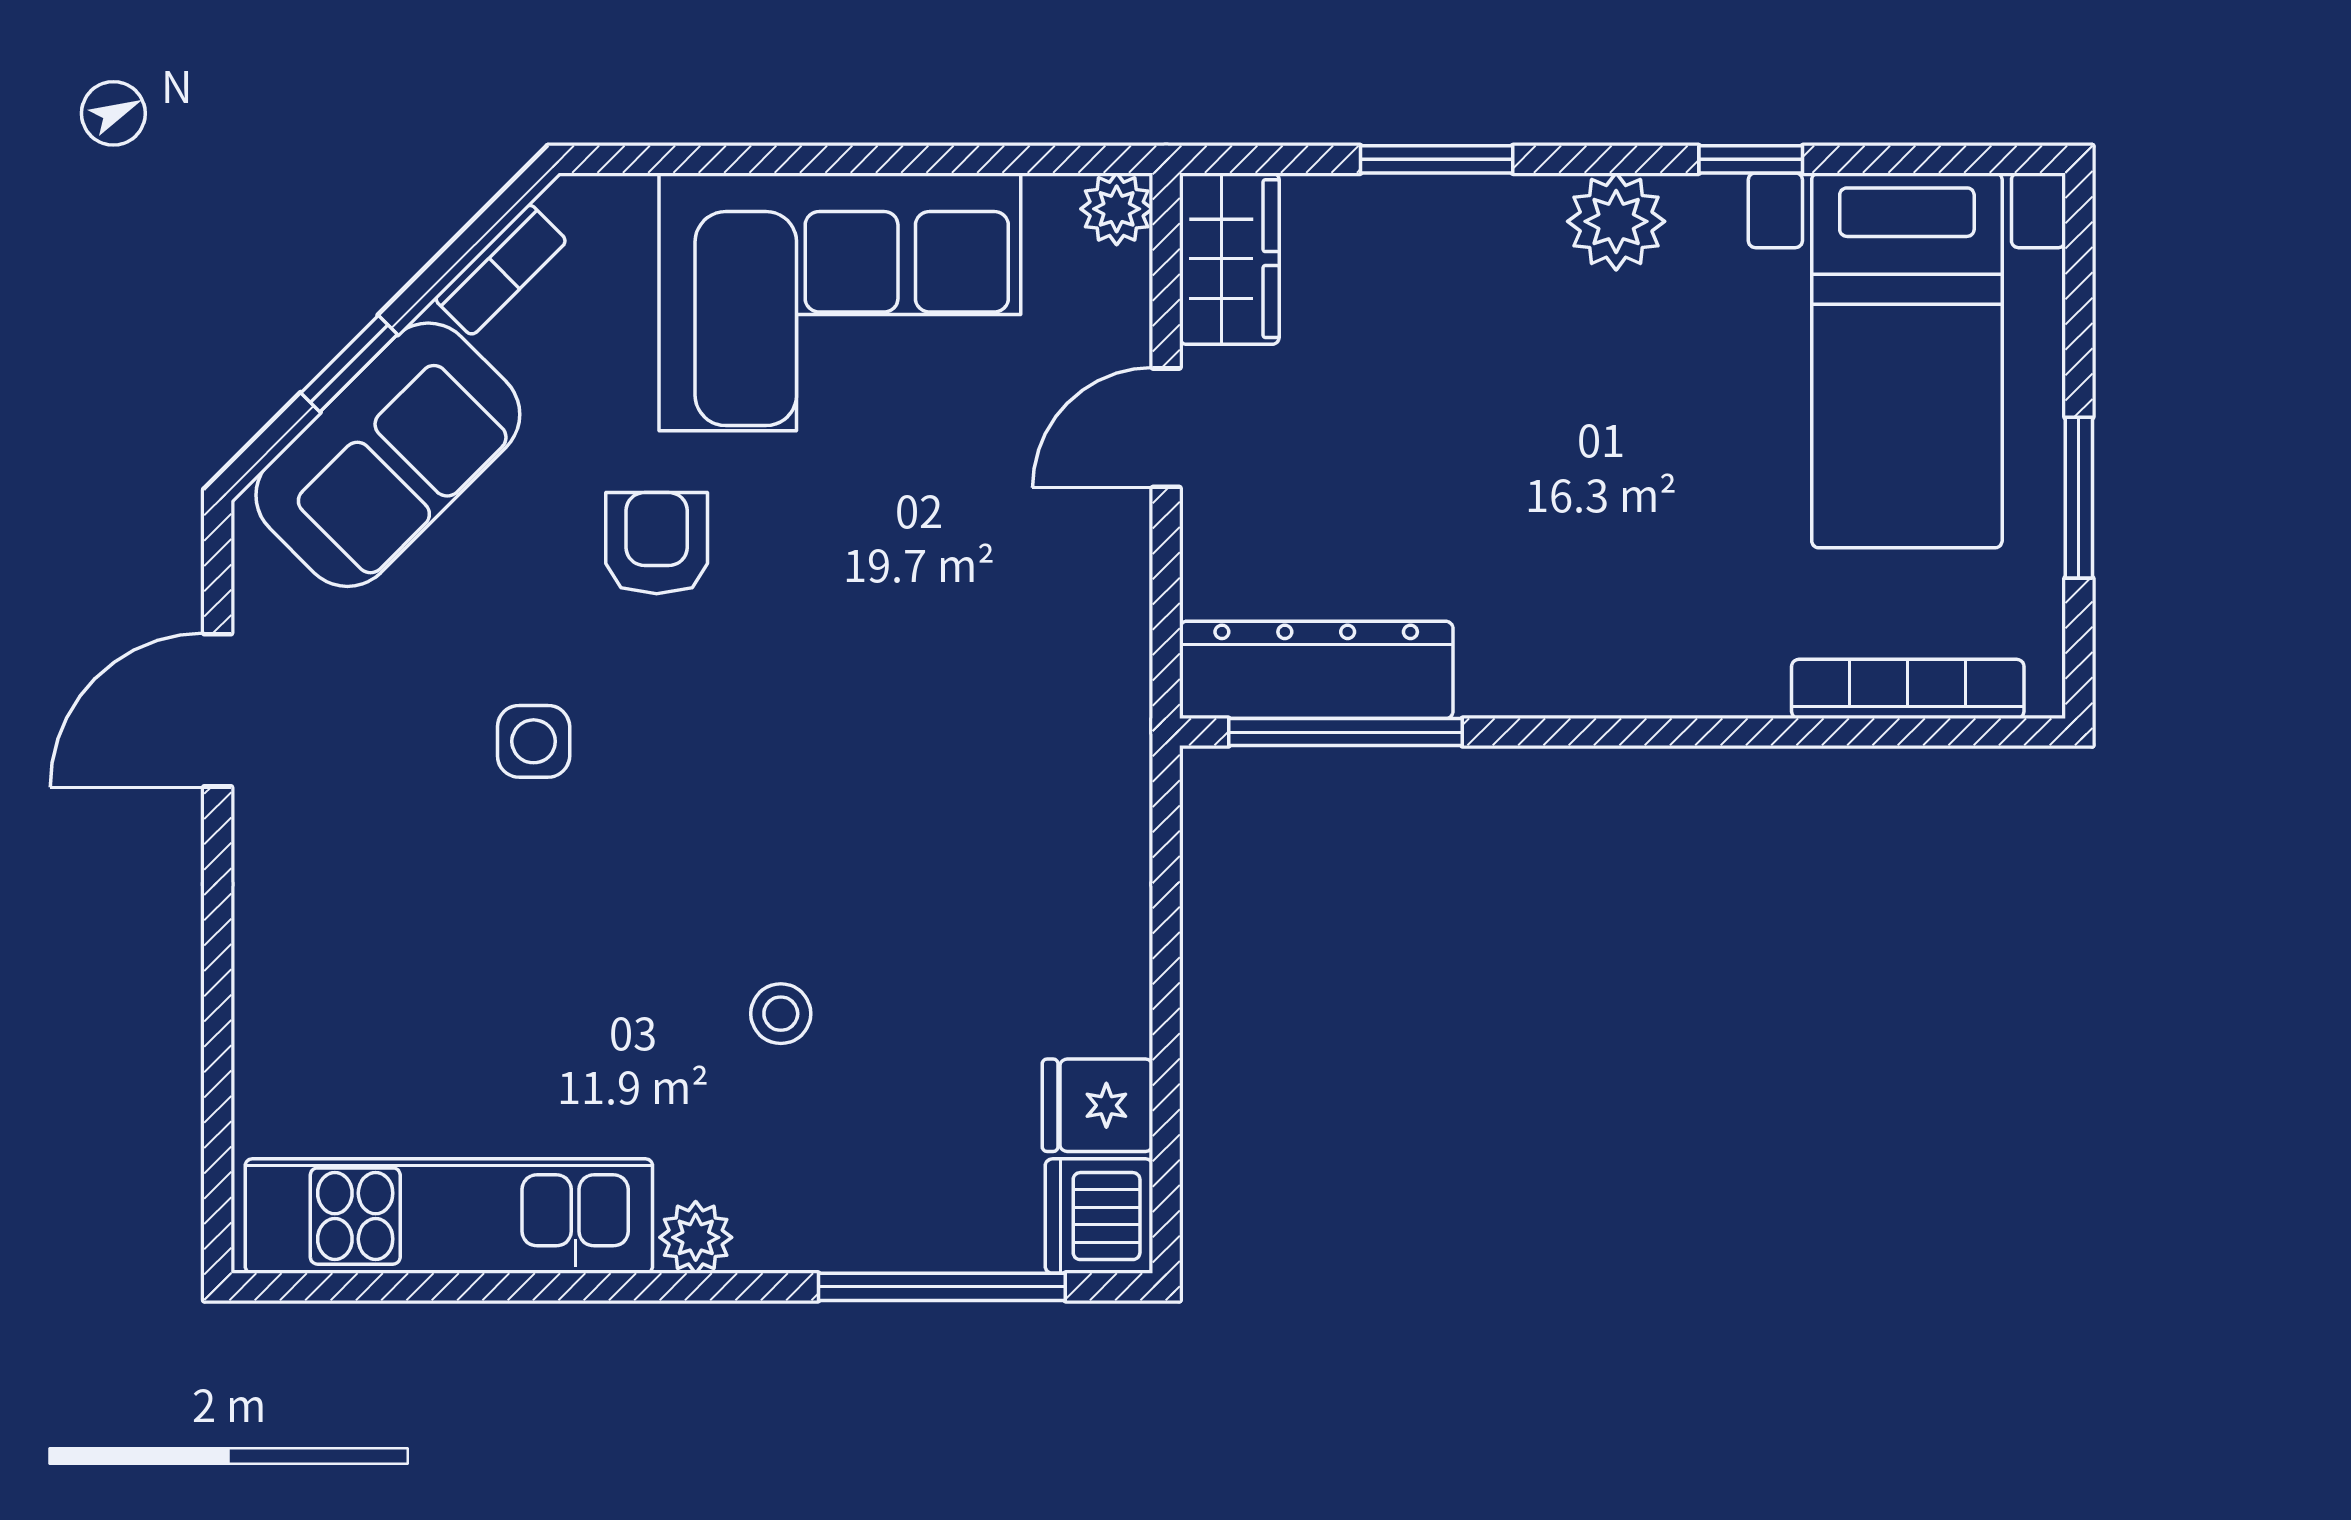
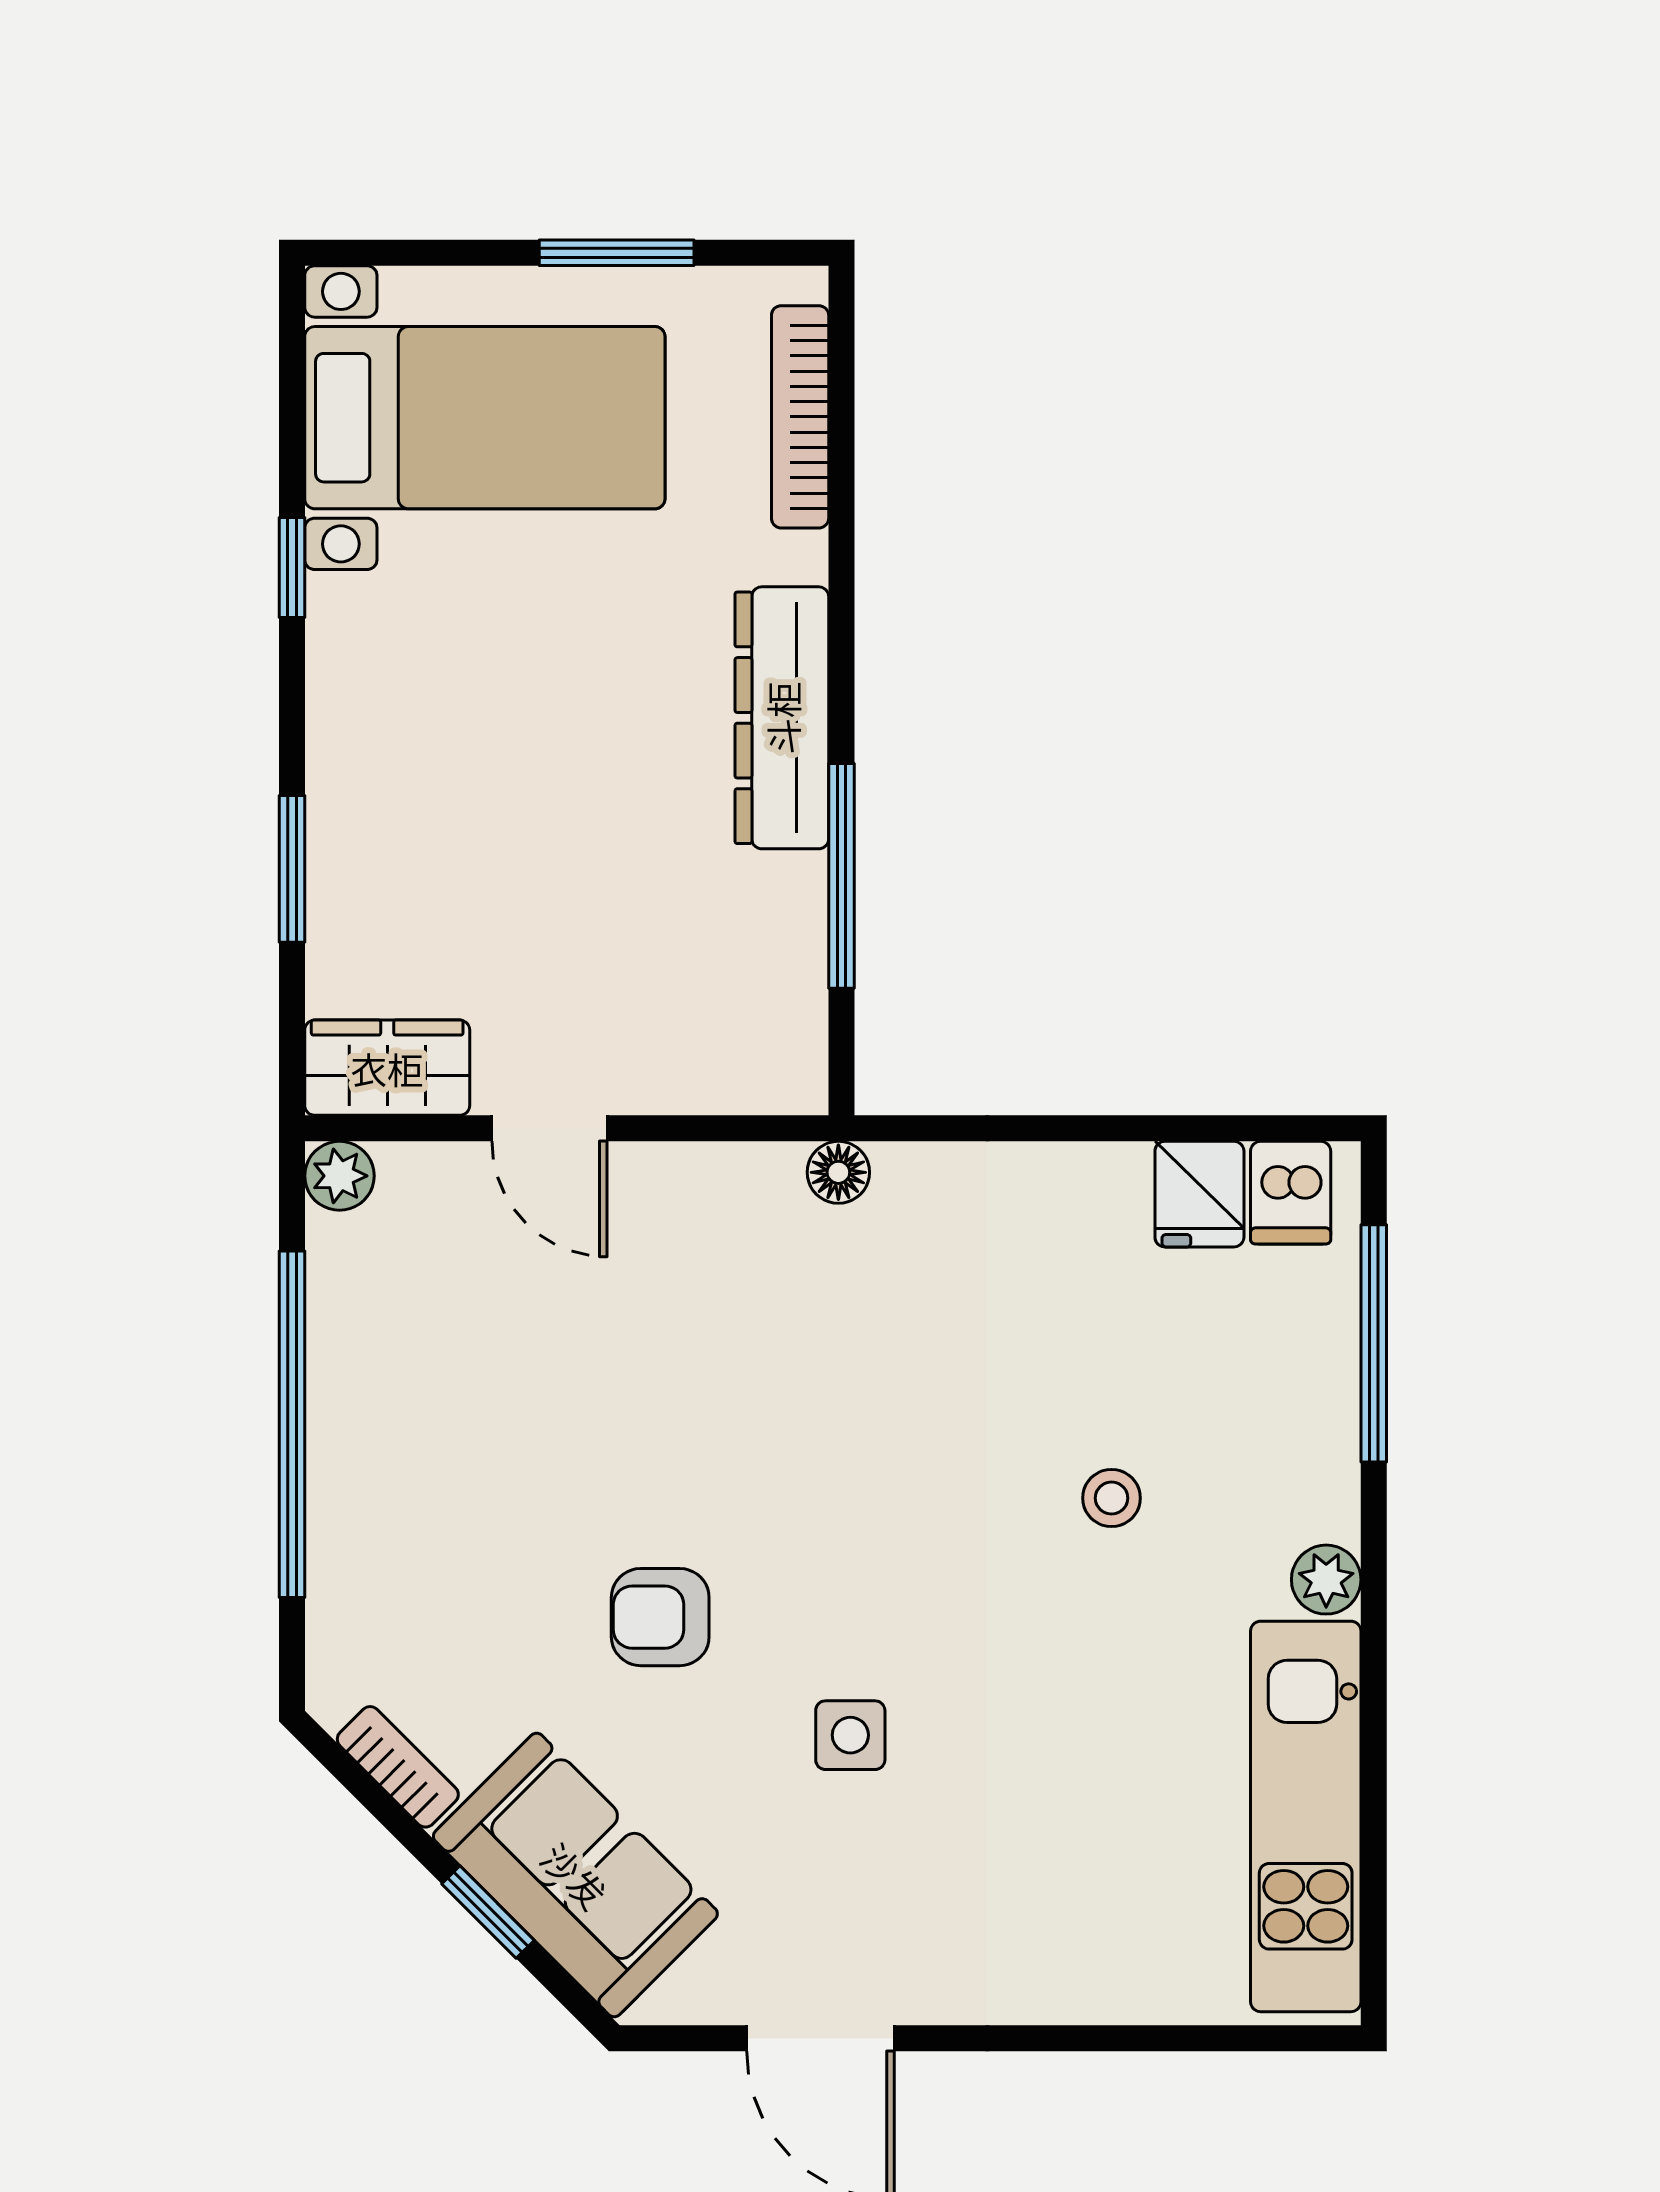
window: (858, 159) -> (292, 1424), added
plant: (1616, 221) -> (352, 697), removed
corner sofa: (840, 302) -> (429, 1441), removed
dresser: (1316, 670) -> (782, 718), moved
floor lamp: (1120, 729) -> (838, 1172), added
window: (1345, 732) -> (841, 876), moved
dishwasher: (1099, 1216) -> (1291, 1193), width x0.73

